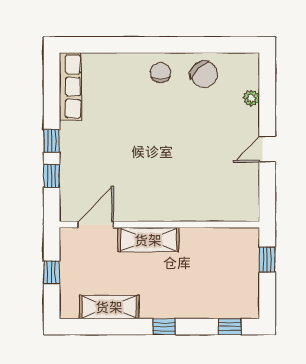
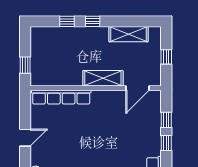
row of seats: (212, 211) -> (61, 97), added
window: (230, 327) -> (67, 21), moved

